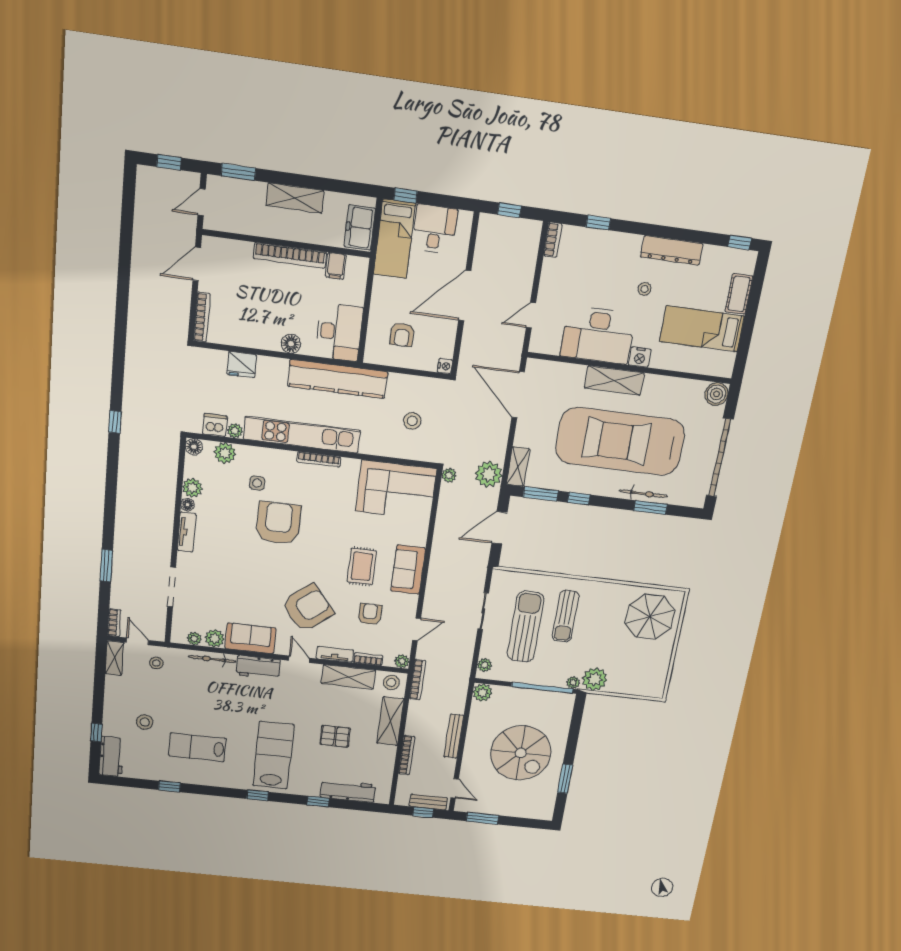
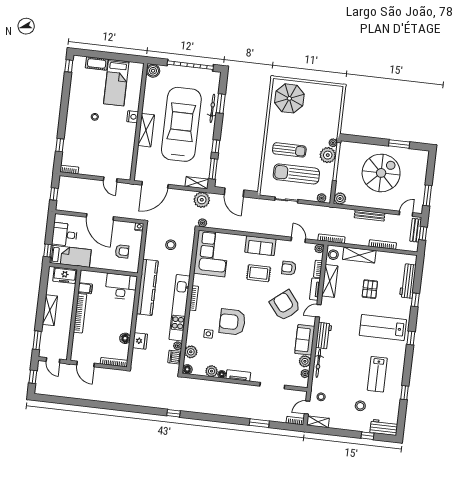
dresser: (672, 250) -> (74, 103), removed
desk: (598, 335) -> (120, 141), removed
floor lamp: (291, 344) -> (125, 338), moved
car: (620, 441) -> (181, 124), turned 180
plant: (595, 679) -> (328, 155), moved

